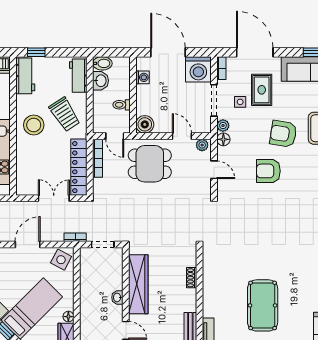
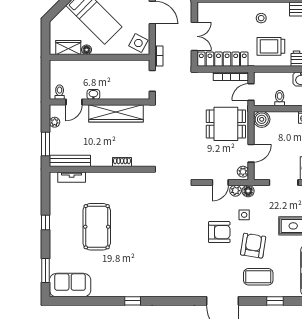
side table: (240, 102) -> (244, 215), moved
trolley: (65, 114) -> (271, 46), turned 33
stool: (34, 125) -> (261, 18), width x0.53, depth x0.53
plant: (223, 125) -> (235, 191), moved
dining table: (150, 164) -> (226, 124), turned 90
armchair: (268, 171) -> (219, 232), turned 90
washbasin: (117, 297) -> (93, 94), moved
pool table: (263, 305) -> (97, 227), turned 90

